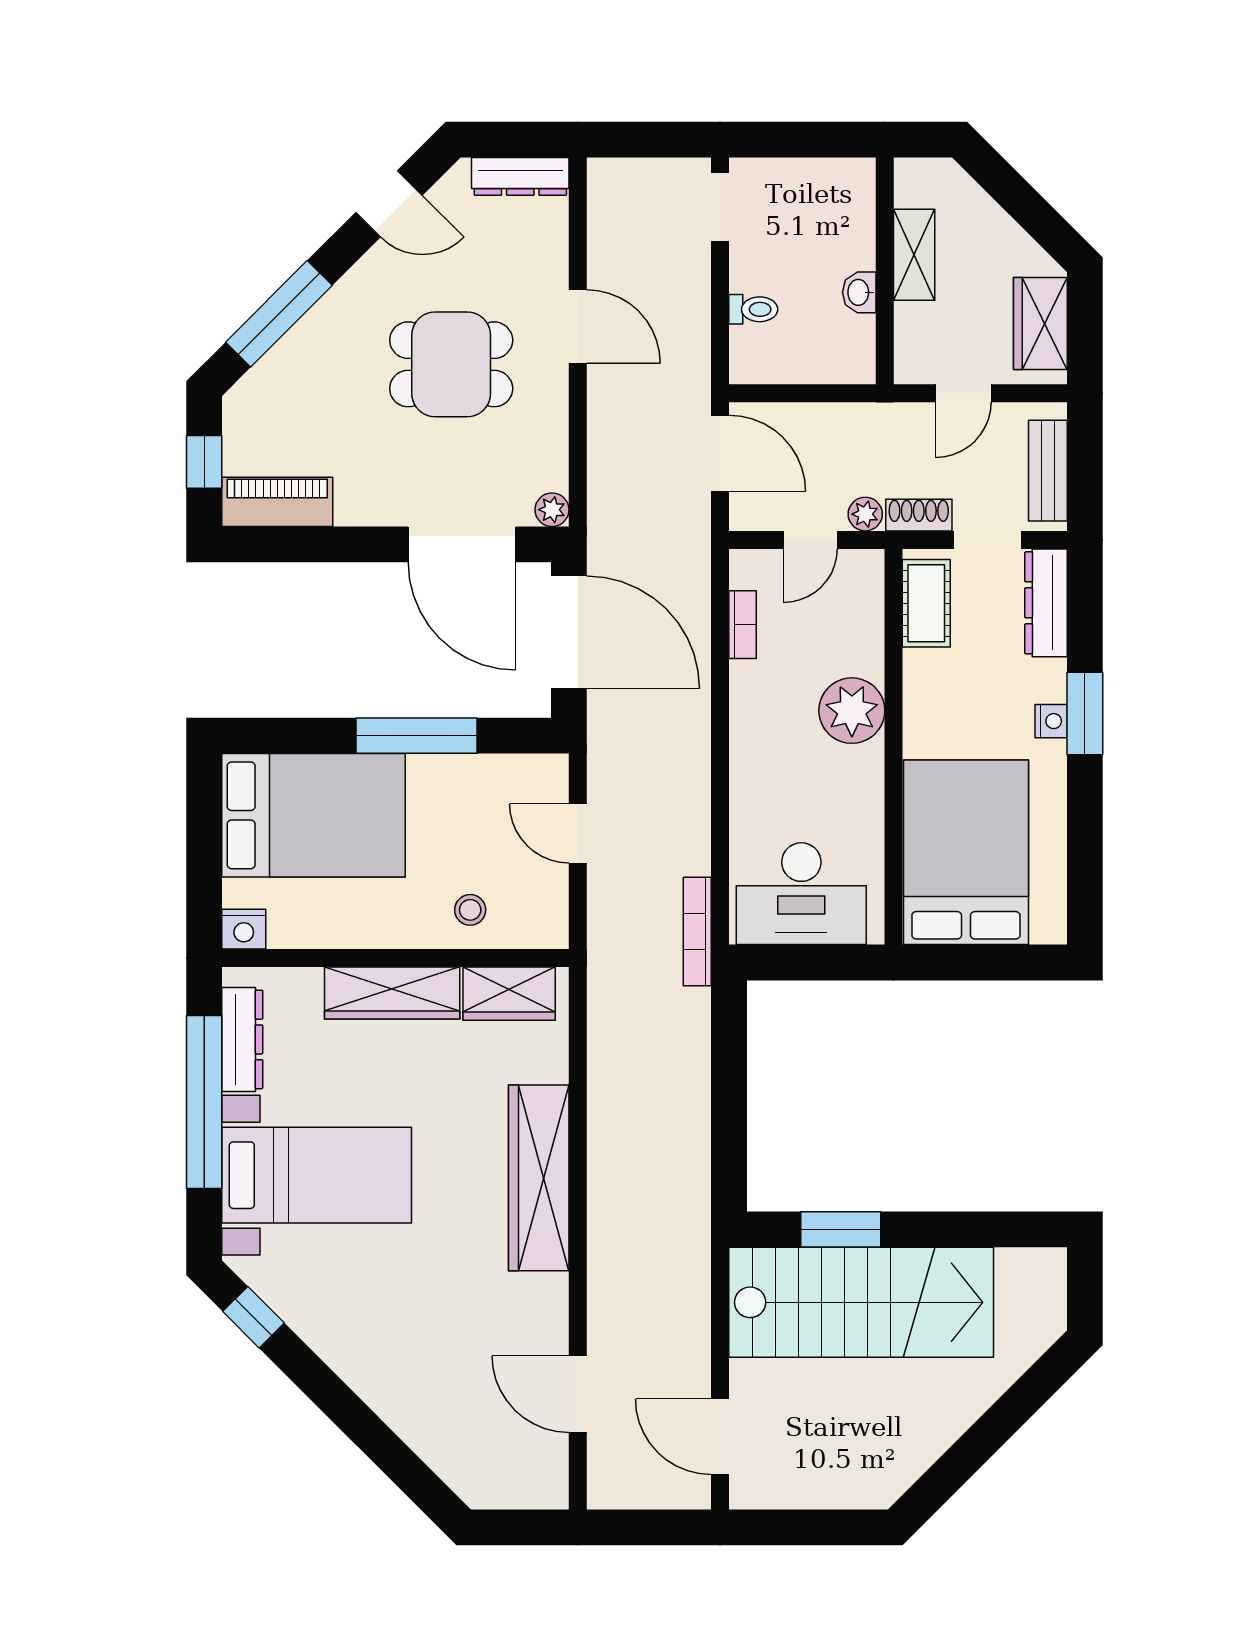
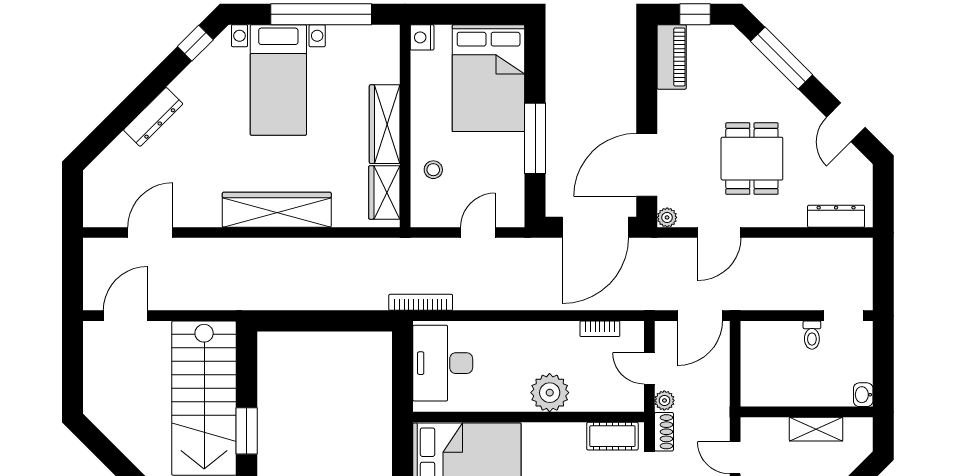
dresser: (520, 176) -> (836, 216), moved, turned 90
washbasin: (859, 292) -> (863, 395), moved, turned -90
toilet: (753, 309) -> (812, 335), moved
door: (578, 326) -> (719, 233), moved
dresser: (242, 1039) -> (153, 117), moved, turned -45
window: (841, 1229) -> (247, 431), moved

